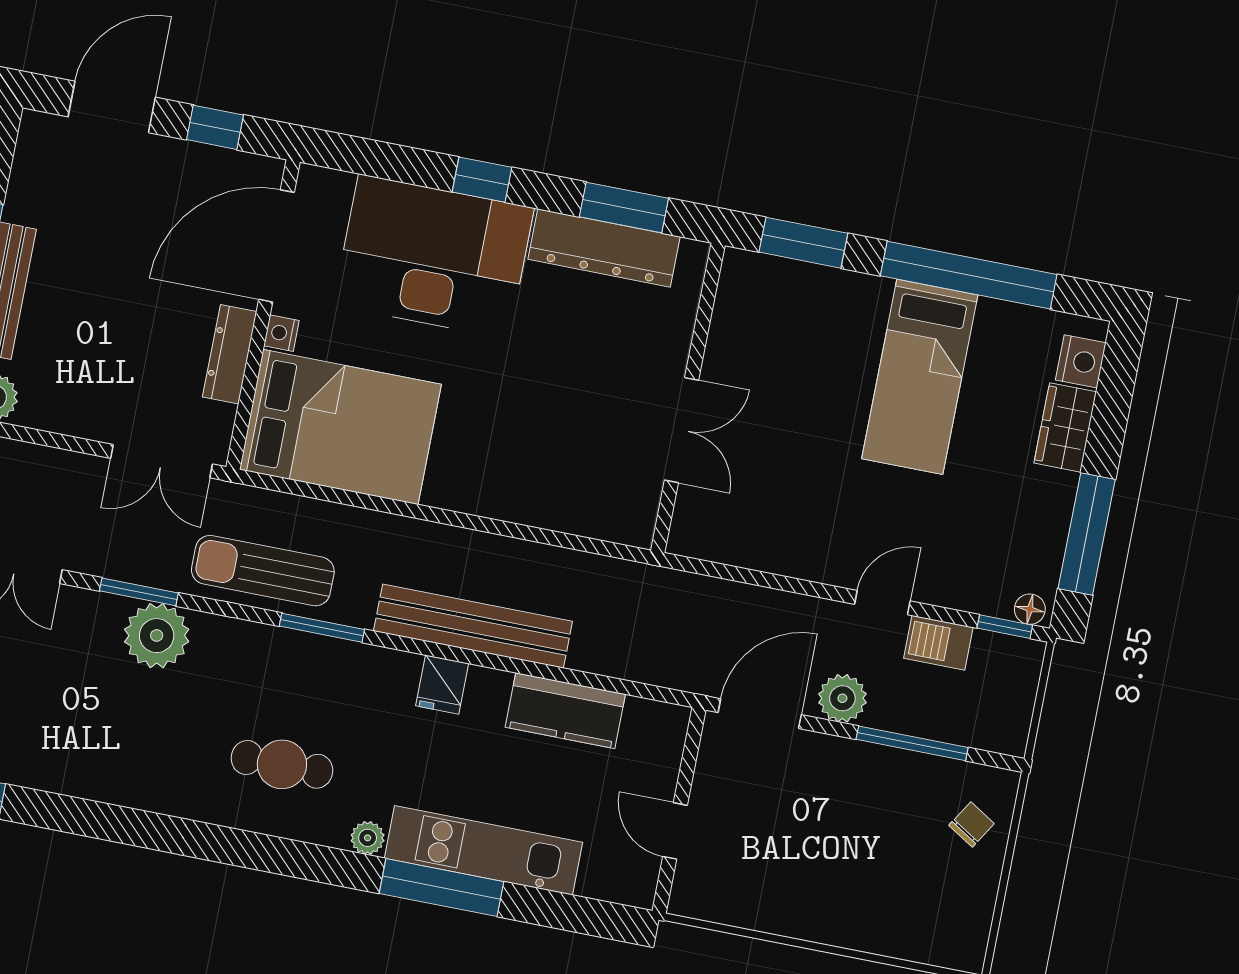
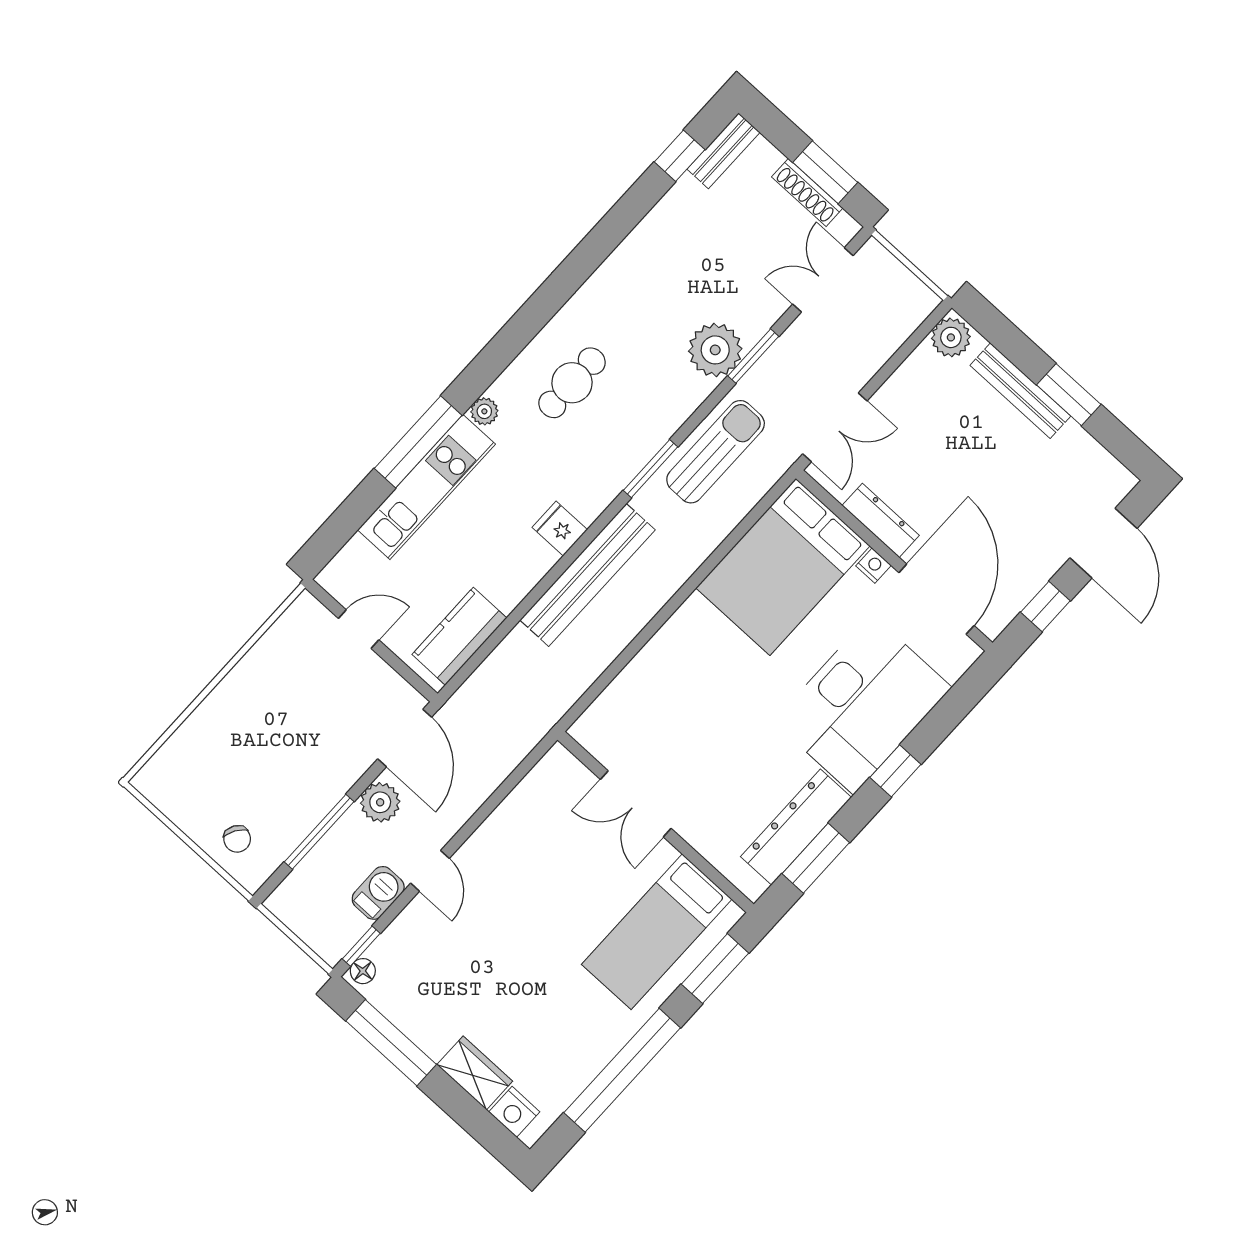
bed: (920, 377) -> (657, 932), moved, turned -90
double door: (161, 461) -> (835, 427), swing flipped
kitchen counter: (565, 711) -> (459, 636), moved

